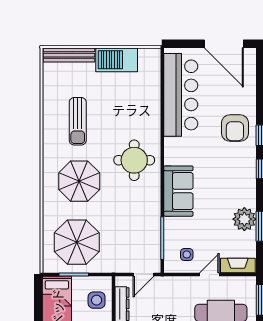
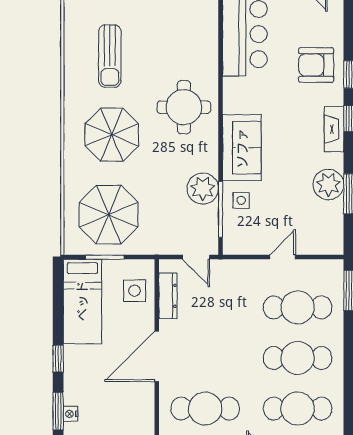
armchair: (235, 128) -> (316, 65), turned 90
plant: (149, 222) -> (203, 188), added
side table: (187, 254) -> (241, 200), moved
fireplace: (238, 266) -> (334, 129), moved, turned -90
door: (143, 275) -> (196, 257), hinge flipped

